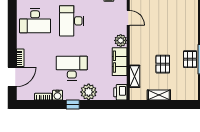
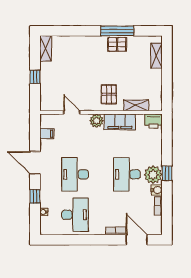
door: (128, 18) -> (72, 112), hinge flipped
desk: (72, 21) -> (75, 174), turned 90
pallet: (163, 64) -> (109, 94), moved, turned 90
plant: (89, 92) -> (153, 175), moved
shelving: (159, 95) -> (156, 56), moved

